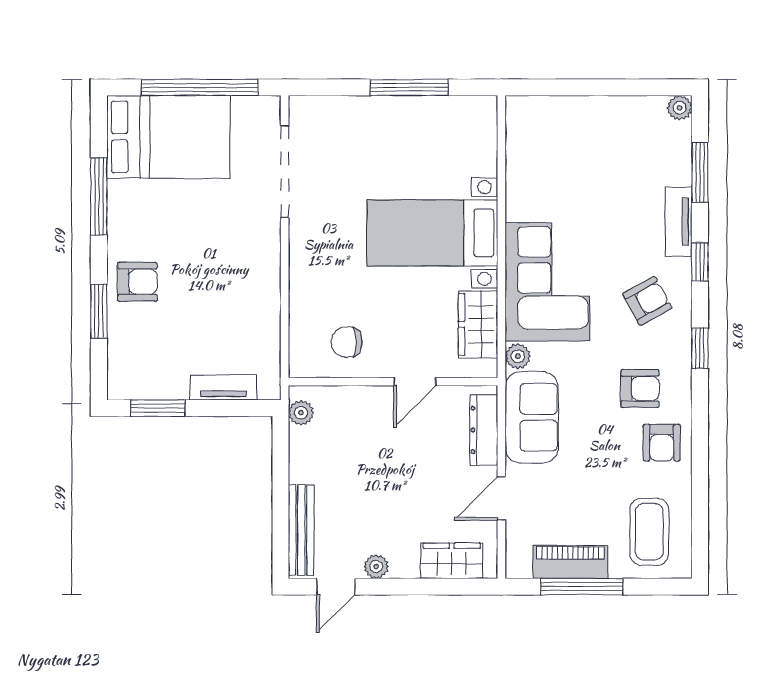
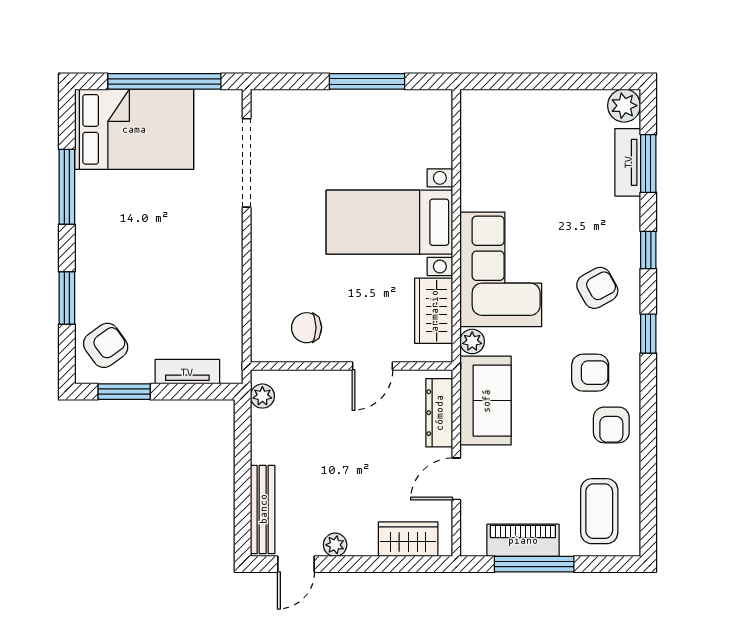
plant: (680, 108) -> (624, 106), width x1.38, depth x1.38
tv unit: (679, 222) -> (628, 162), moved
armchair: (137, 282) -> (106, 345), moved, turned -36

